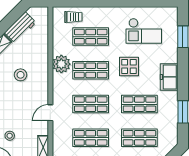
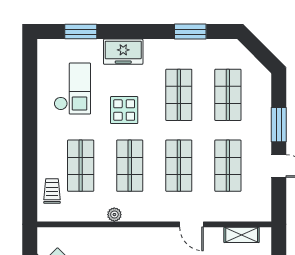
plant: (61, 64) -> (114, 215), width x0.53, depth x0.53
freezer: (169, 77) -> (123, 52), moved

